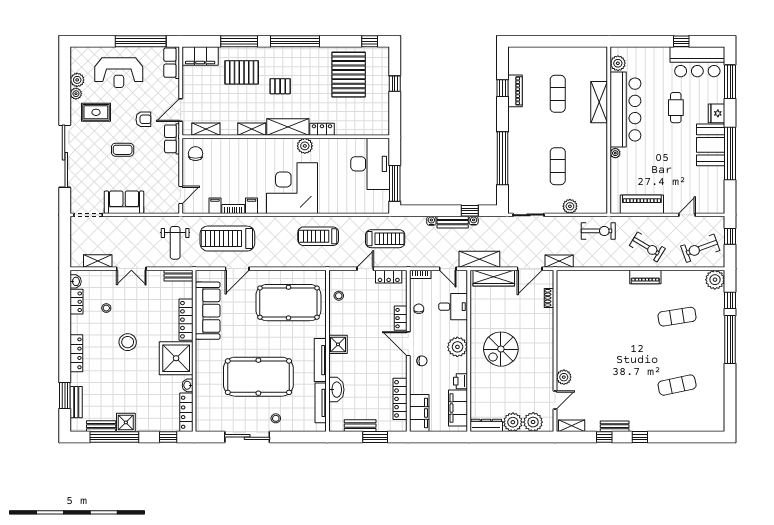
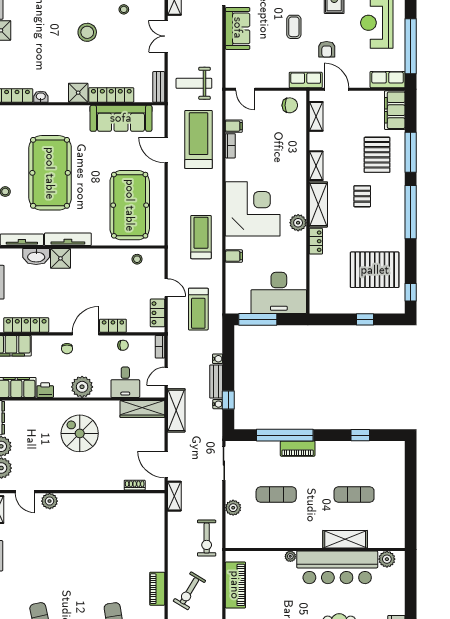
piano: (515, 91) -> (298, 449), moved
filing cabinet: (252, 206) -> (234, 256), moved
wardrobe: (494, 278) -> (142, 409), moved, turned -90
shower: (338, 344) -> (60, 258), moved
shower: (176, 358) -> (78, 93), width x0.54, depth x0.54

